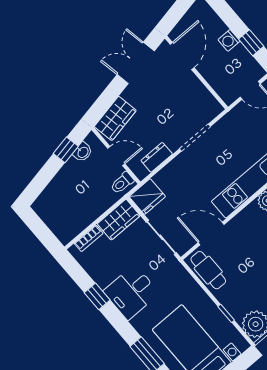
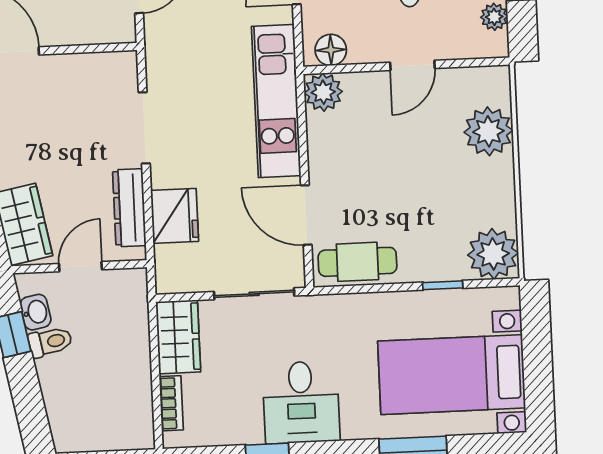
dresser: (157, 157) -> (129, 208), width x1.44
toilet: (122, 183) -> (50, 342), moved, turned -101
fridge: (147, 197) -> (175, 216), moved
door: (211, 234) -> (306, 215), hinge flipped

